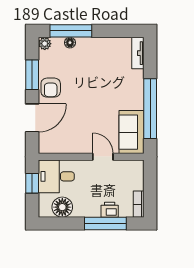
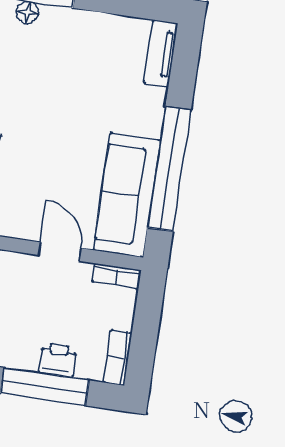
sofa: (131, 132) -> (127, 195), width x1.36
bookcase: (132, 164) -> (117, 276), added

